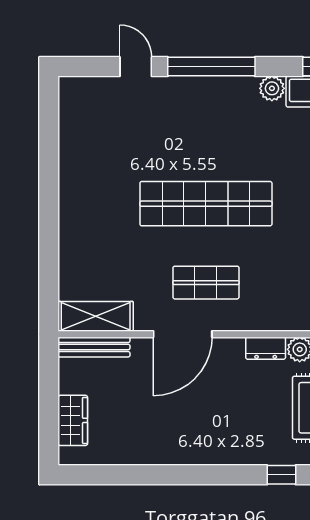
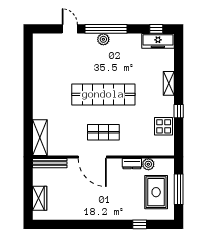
plant: (272, 88) -> (103, 39), moved
shelving: (96, 316) -> (40, 138), moved, turned 90
door: (183, 334) -> (92, 157), hinge flipped

